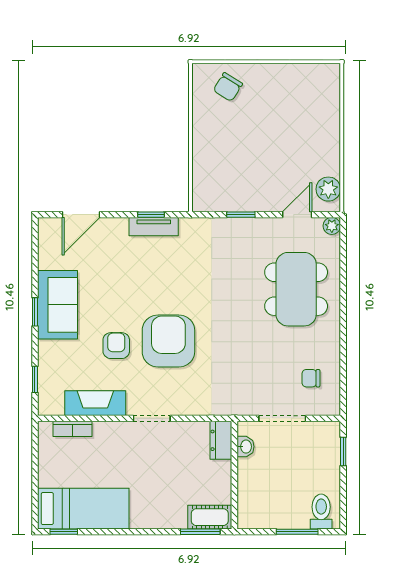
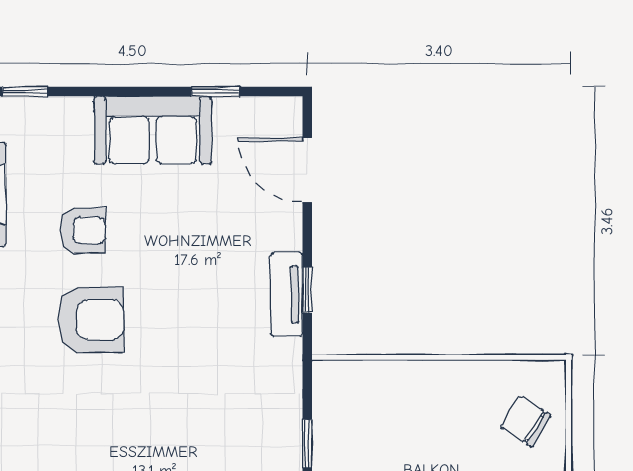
window: (35, 312) -> (216, 91), moved
armchair: (168, 341) -> (91, 320), width x0.73, depth x0.73

